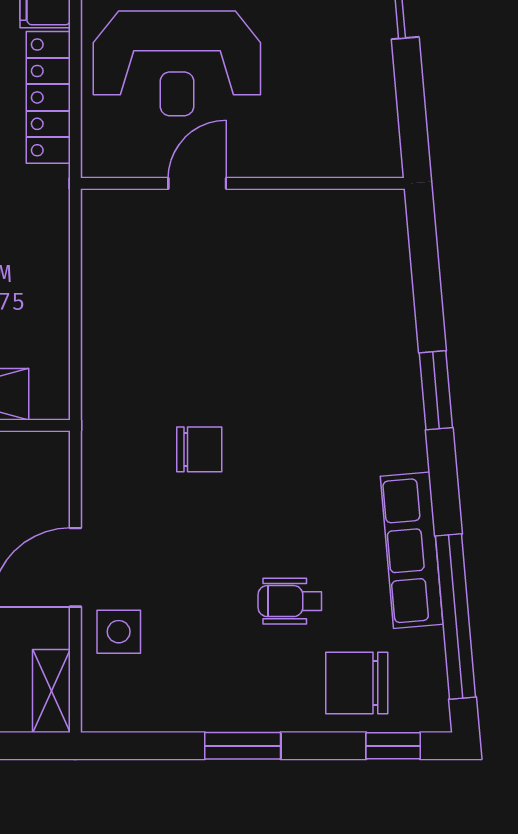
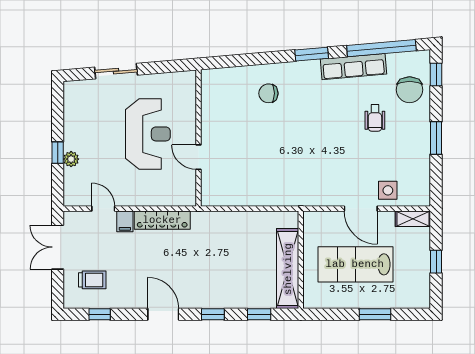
reception desk: (177, 63) -> (148, 134), moved
window: (436, 390) -> (312, 54), moved
chair: (199, 449) -> (268, 93), moved, turned -90

